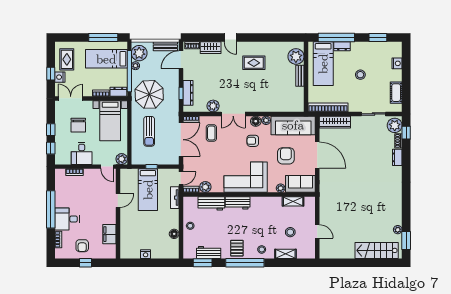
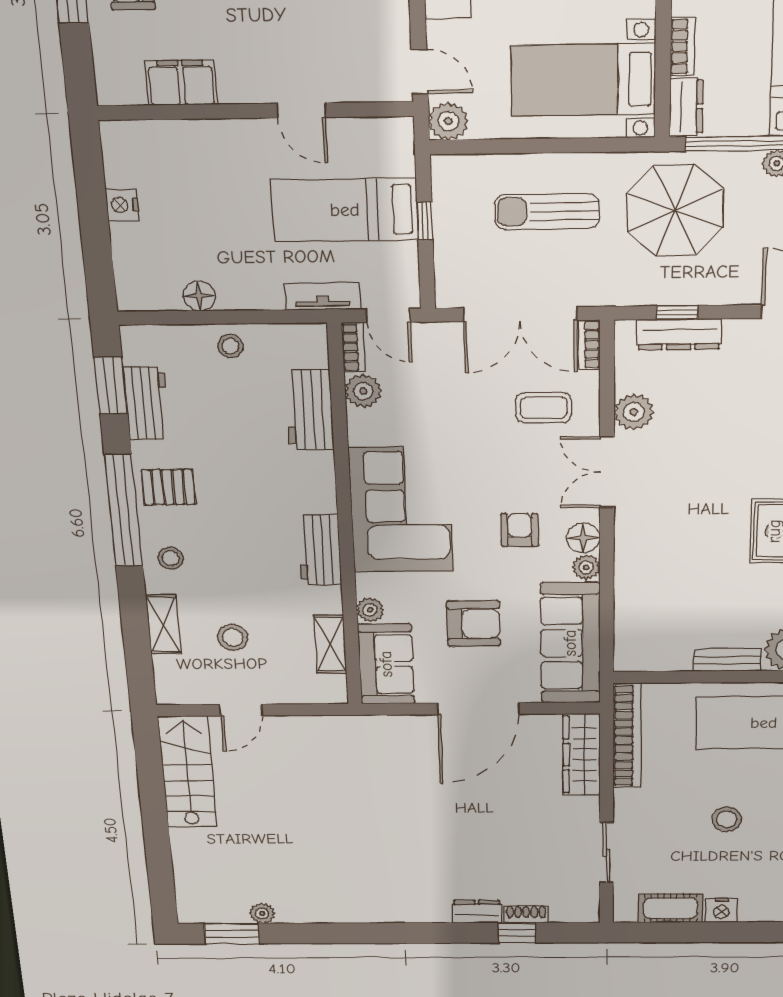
nightstand: (397, 63) -> (721, 910), moved
plant: (395, 125) -> (572, 905), removed
window: (406, 133) -> (517, 933), moved
door: (107, 167) -> (420, 72), swing flipped
workbench: (238, 203) -> (320, 550), moved
stairs: (377, 250) -> (188, 772), moved

